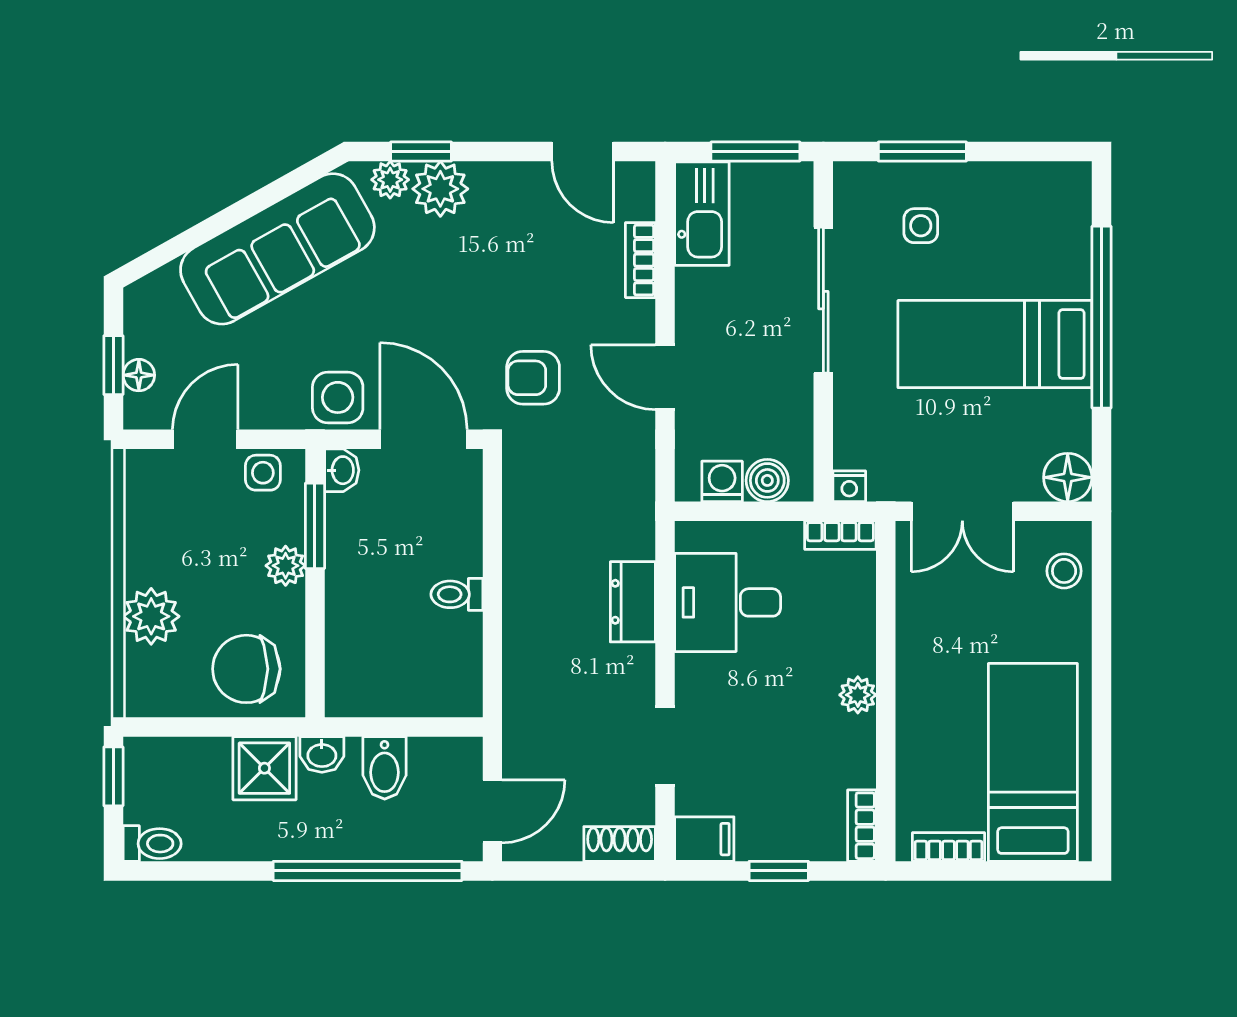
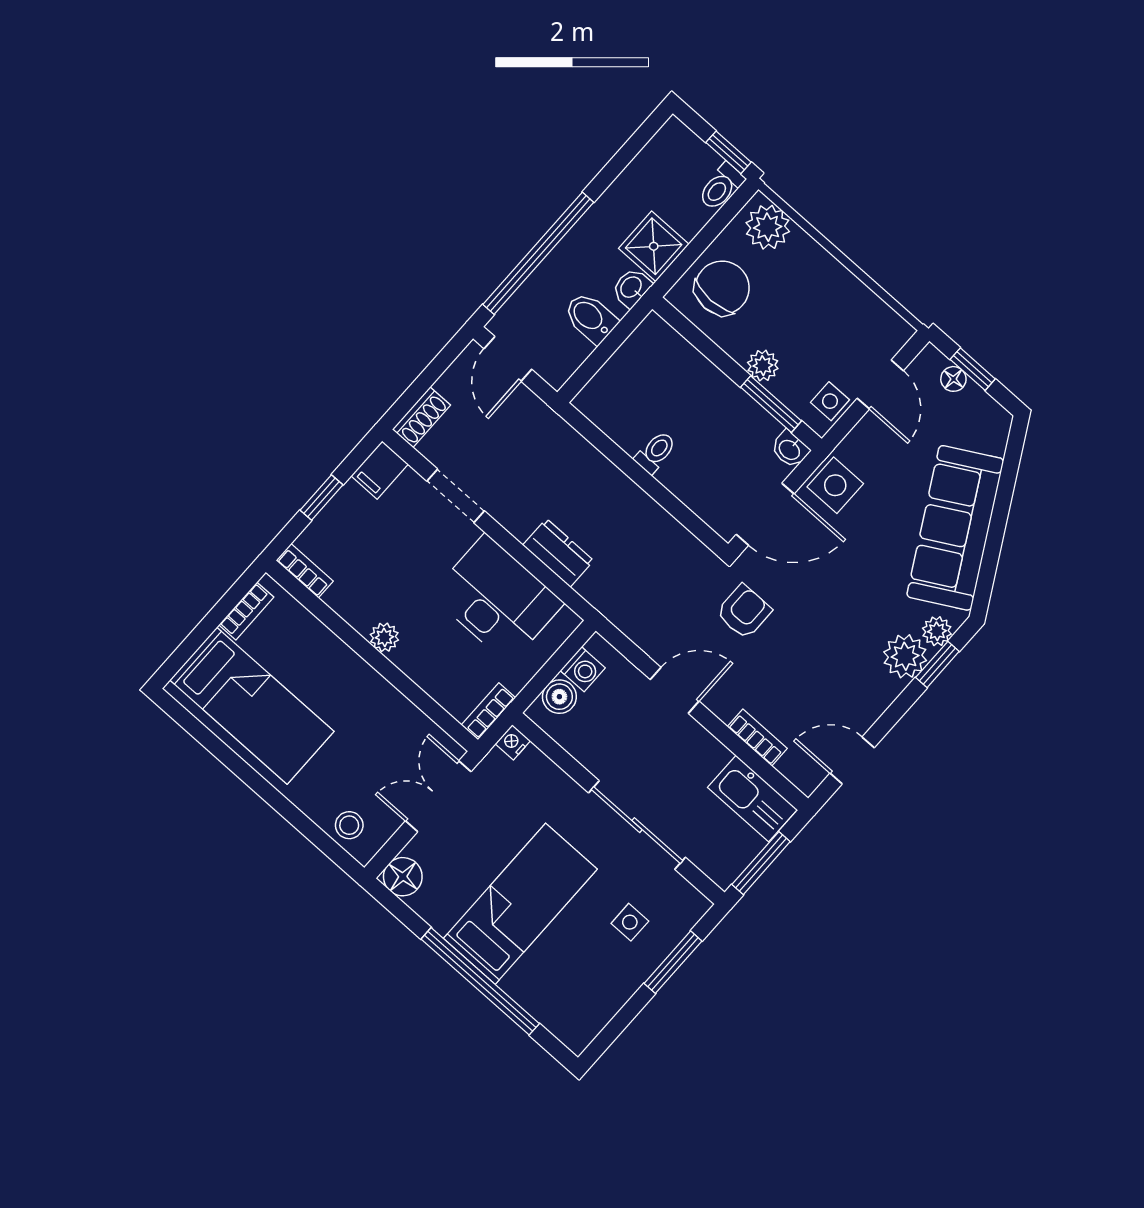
desk: (728, 602) -> (497, 599), width x1.37
plant: (151, 616) -> (768, 227), moved
toilet: (152, 844) -> (721, 187), moved

